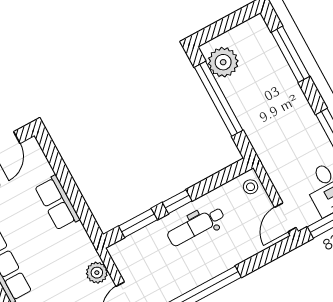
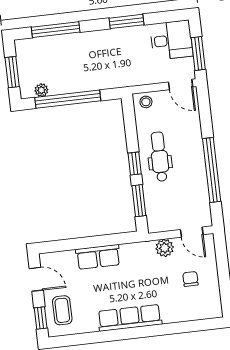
window: (224, 25) -> (12, 72), added
plant: (223, 62) -> (41, 90), width x0.53, depth x0.53
dental chair: (196, 226) -> (160, 157), turned 180

